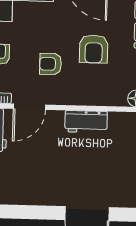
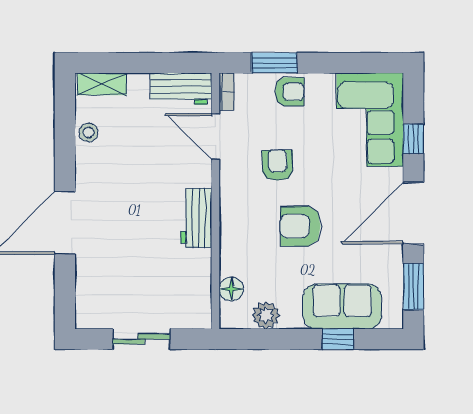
stool: (24, 195) -> (89, 132), added

